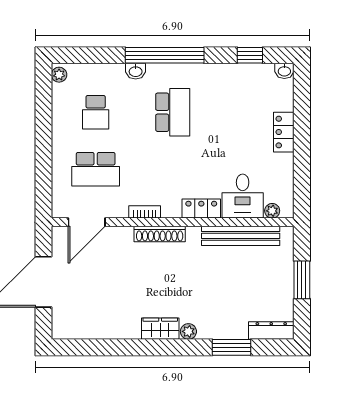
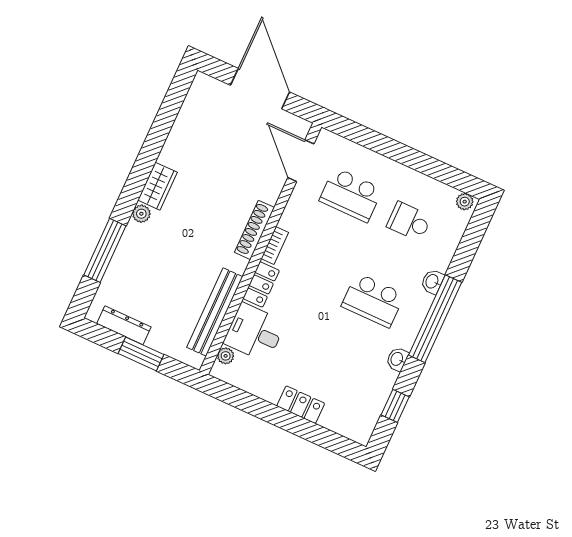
washbasin: (284, 71) -> (397, 359), moved
school desk: (96, 169) -> (351, 195), turned -90
bookcase: (145, 212) -> (275, 245), moved
dresser: (271, 331) -> (124, 325), moved, turned -90
window: (232, 347) -> (105, 250), width x1.44

